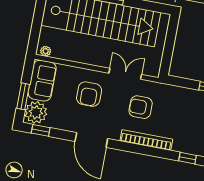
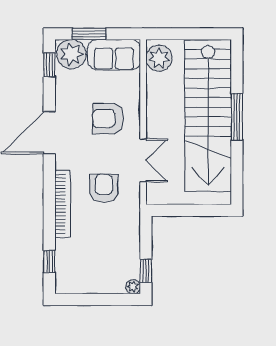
plant: (46, 51) -> (159, 58), width x1.88, depth x1.88

